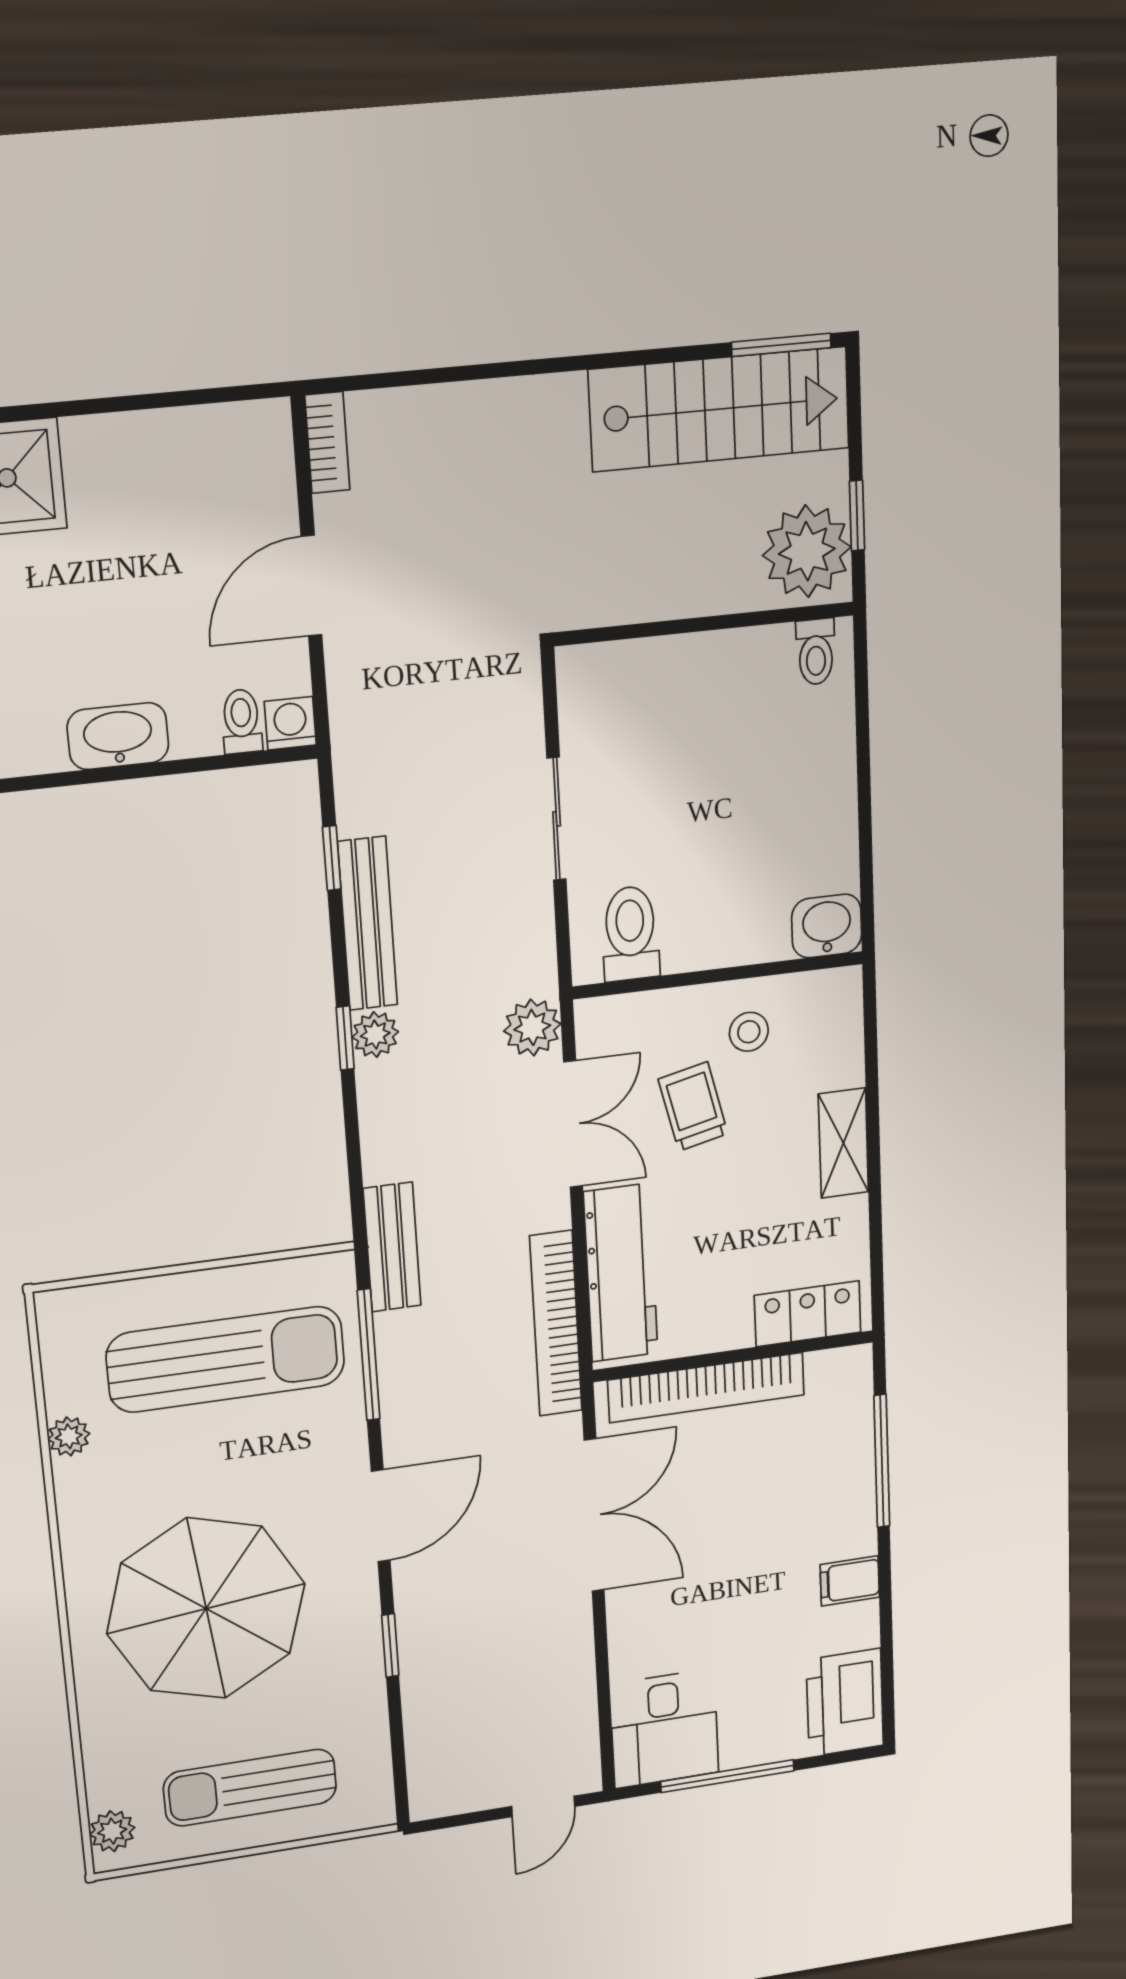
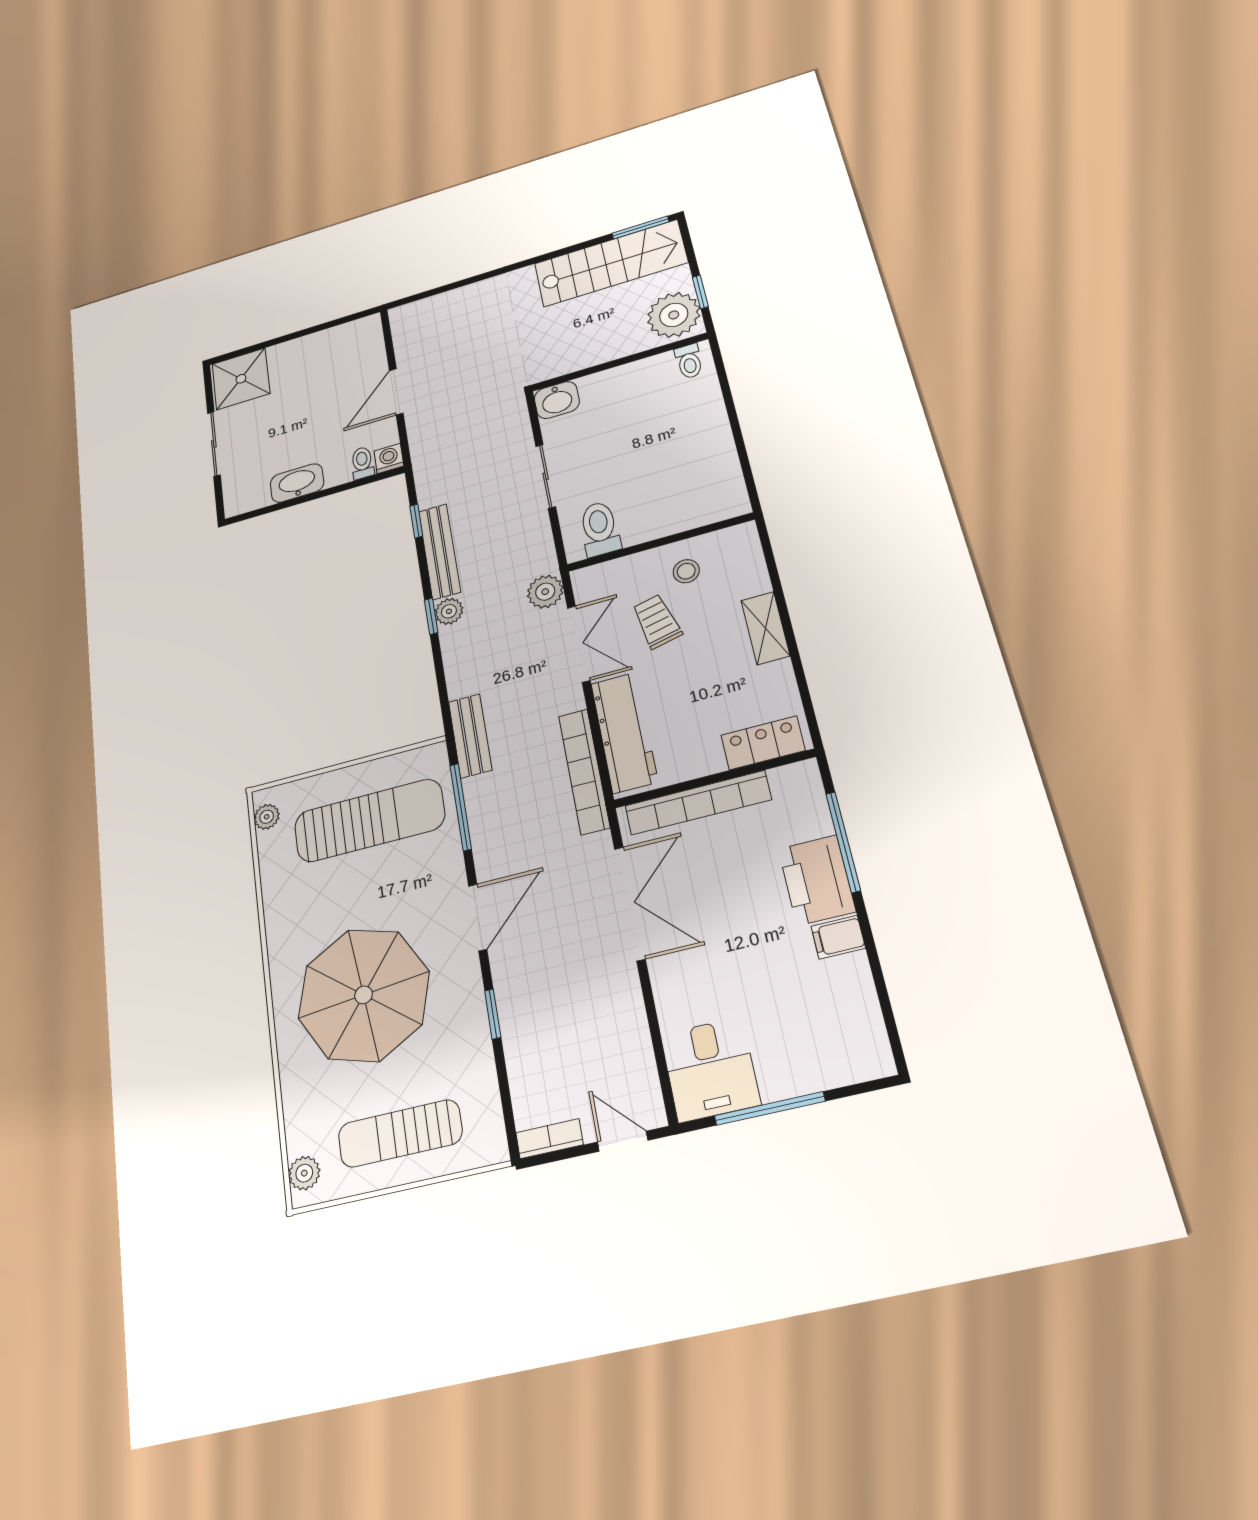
bookcase: (327, 443) -> (549, 1139), moved, turned -90
washbasin: (827, 926) -> (557, 400), moved, turned 180
plant: (69, 1436) -> (267, 817), moved
printer: (845, 1703) -> (817, 880), moved
door: (543, 1806) -> (623, 1141), swing flipped

